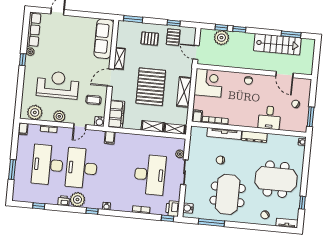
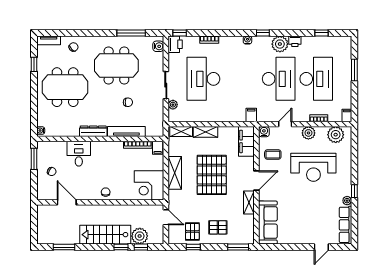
stairs: (277, 44) -> (105, 235), moved
meeting table: (228, 194) -> (116, 66), turned 90

